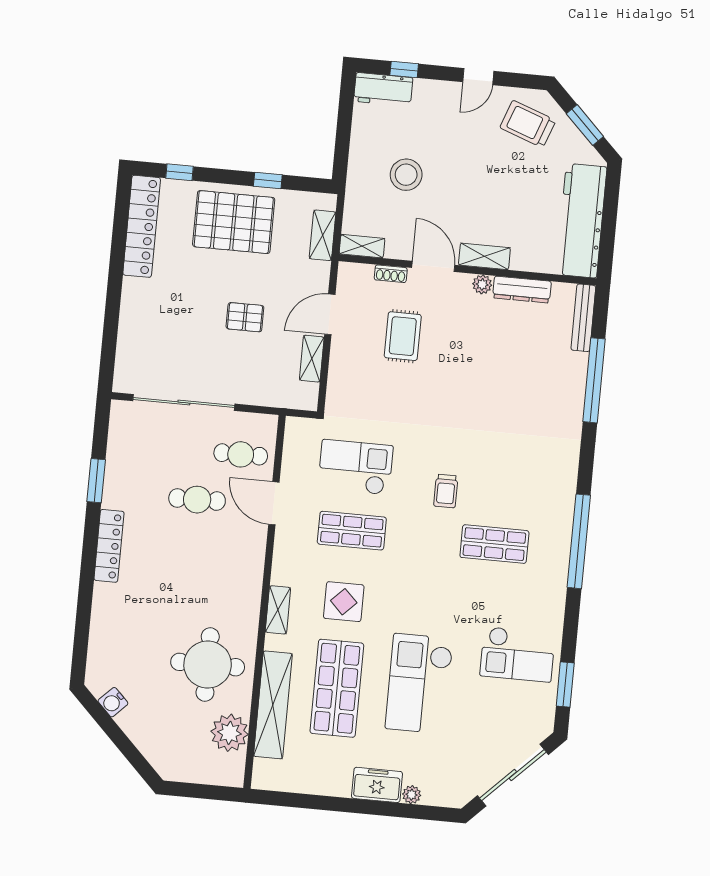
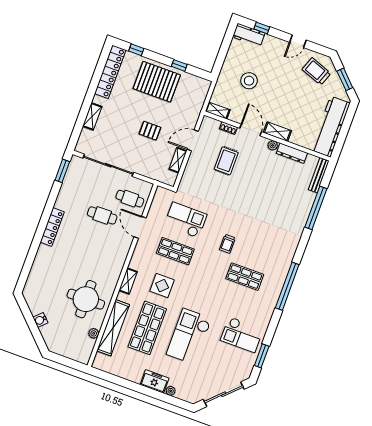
shelving: (323, 235) -> (92, 116), moved
window: (96, 481) -> (62, 171), moved
water cooler: (113, 702) -> (40, 320), moved
plant: (230, 733) -> (94, 333), width x0.53, depth x0.53

